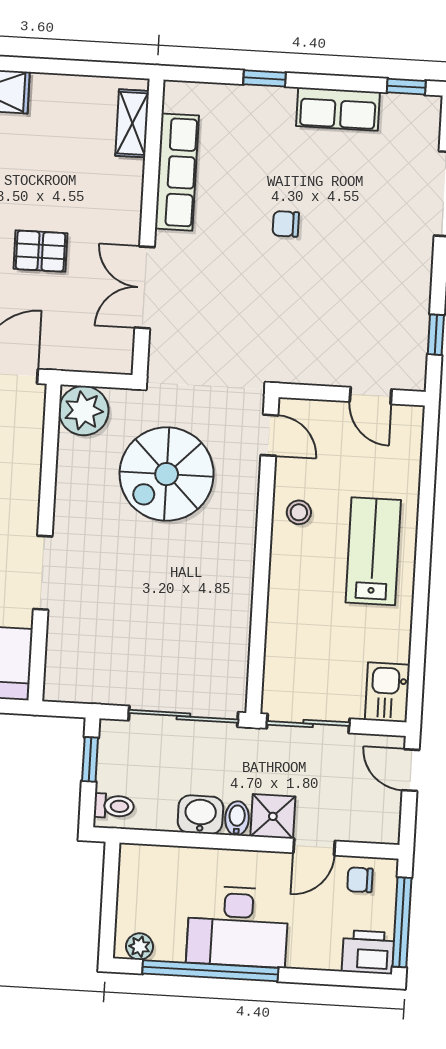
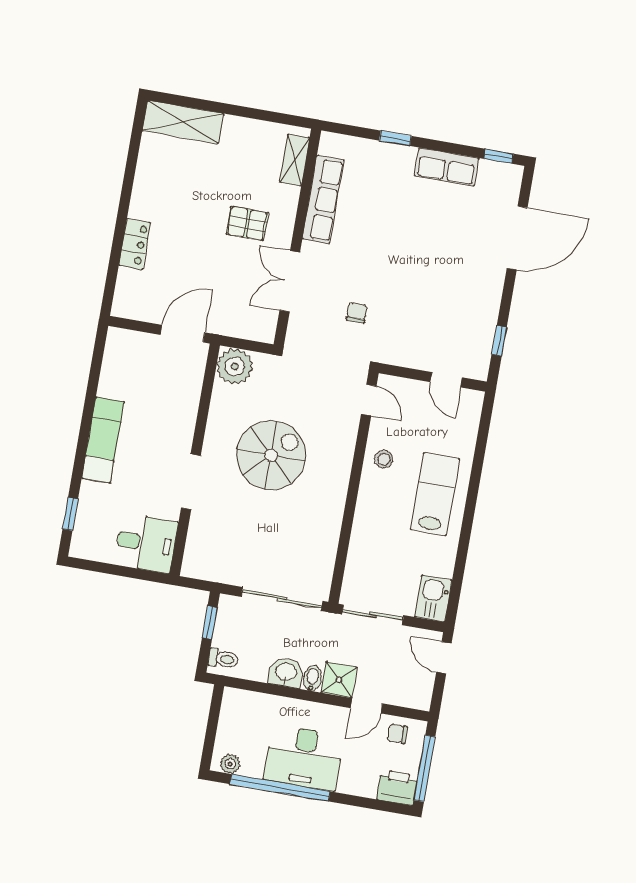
chair: (286, 224) -> (357, 313), moved, turned 90
pallet: (40, 251) -> (247, 224), moved
spiral stairs: (167, 474) -> (271, 455), moved, turned 180

